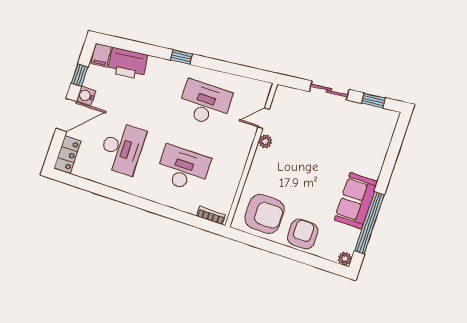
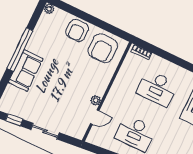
sofa: (356, 201) -> (26, 71), moved
armchair: (264, 214) -> (103, 48), turned -90
window: (369, 223) -> (20, 50), moved

